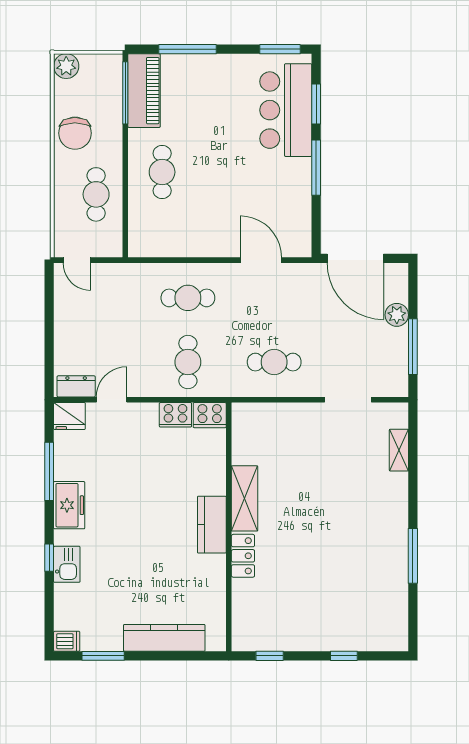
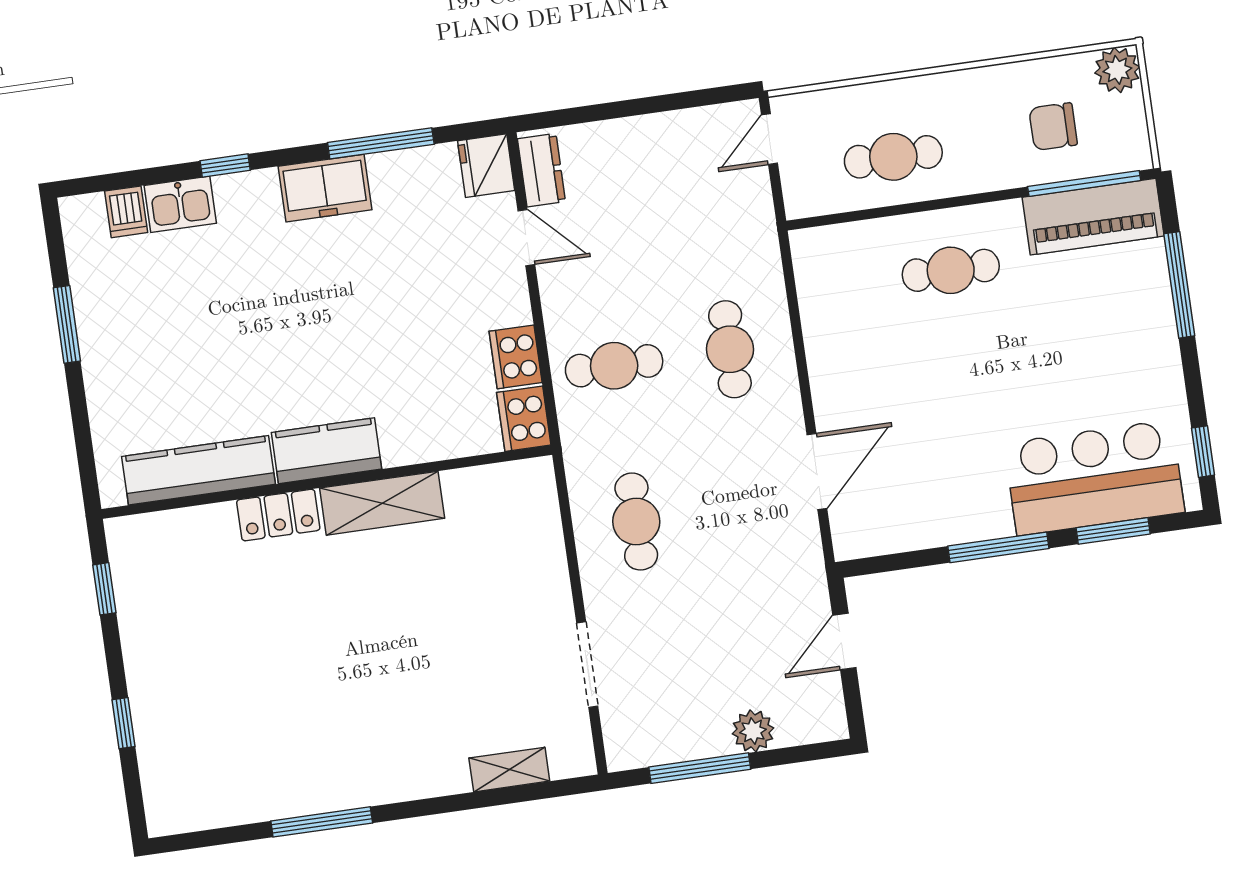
window: (280, 49) -> (1203, 452), width x0.67
chair: (75, 133) -> (1053, 127), moved, width x0.73, depth x0.73
door: (355, 258) -> (844, 642), width x0.53
kitchen sink: (67, 564) -> (180, 204), moved
kitchen counter: (164, 638) -> (199, 470), moved, turned -90
dishwasher: (67, 641) -> (126, 212), moved
window: (103, 656) -> (67, 324), moved

